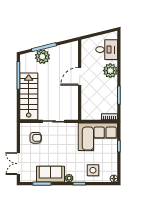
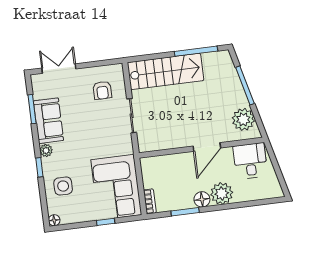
desk: (107, 50) -> (250, 161), moved, turned 180
plant: (42, 57) -> (243, 119), moved
door: (80, 76) -> (207, 147), swing flipped
floor lamp: (112, 84) -> (202, 199), added

